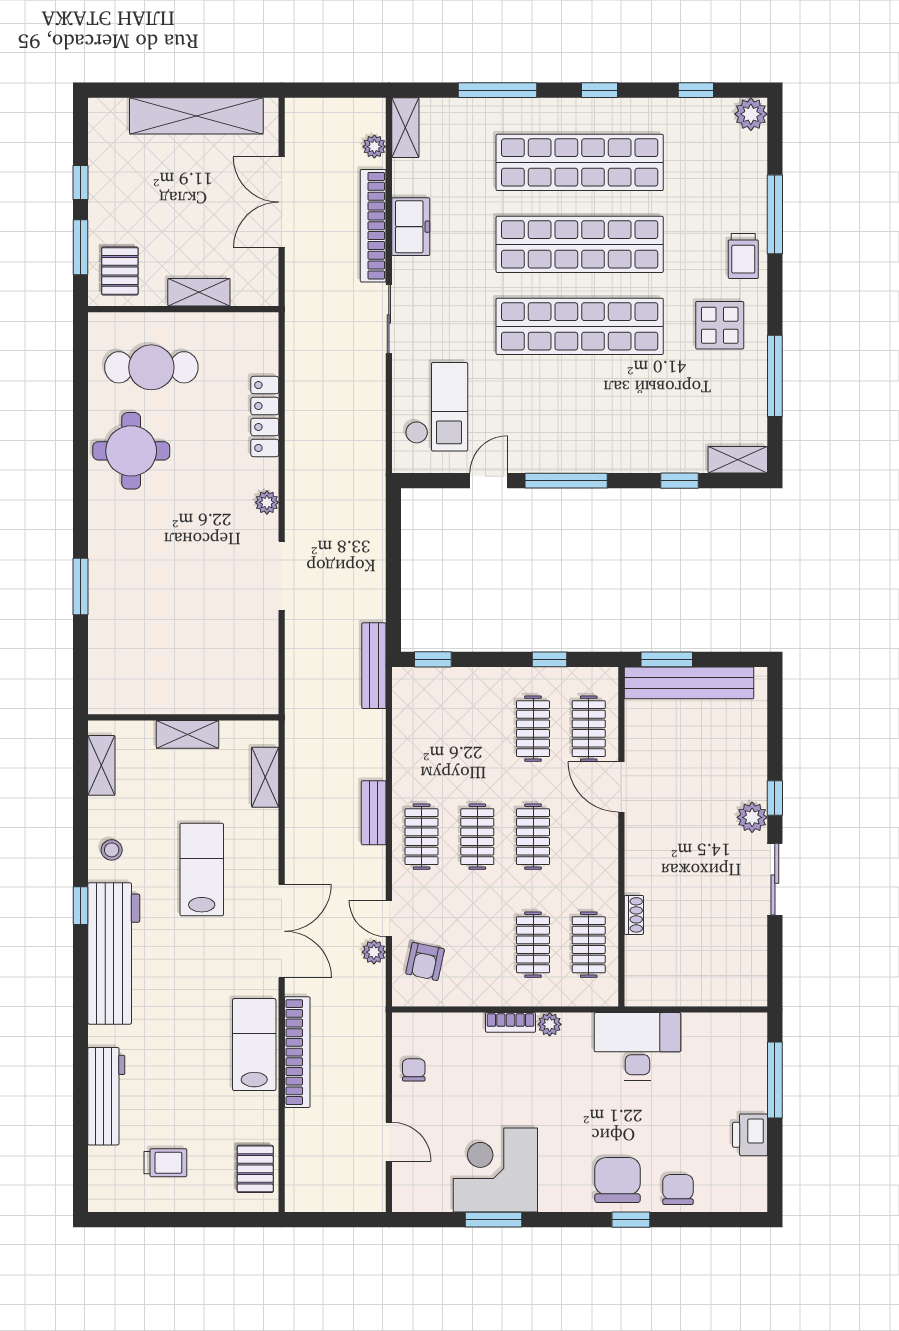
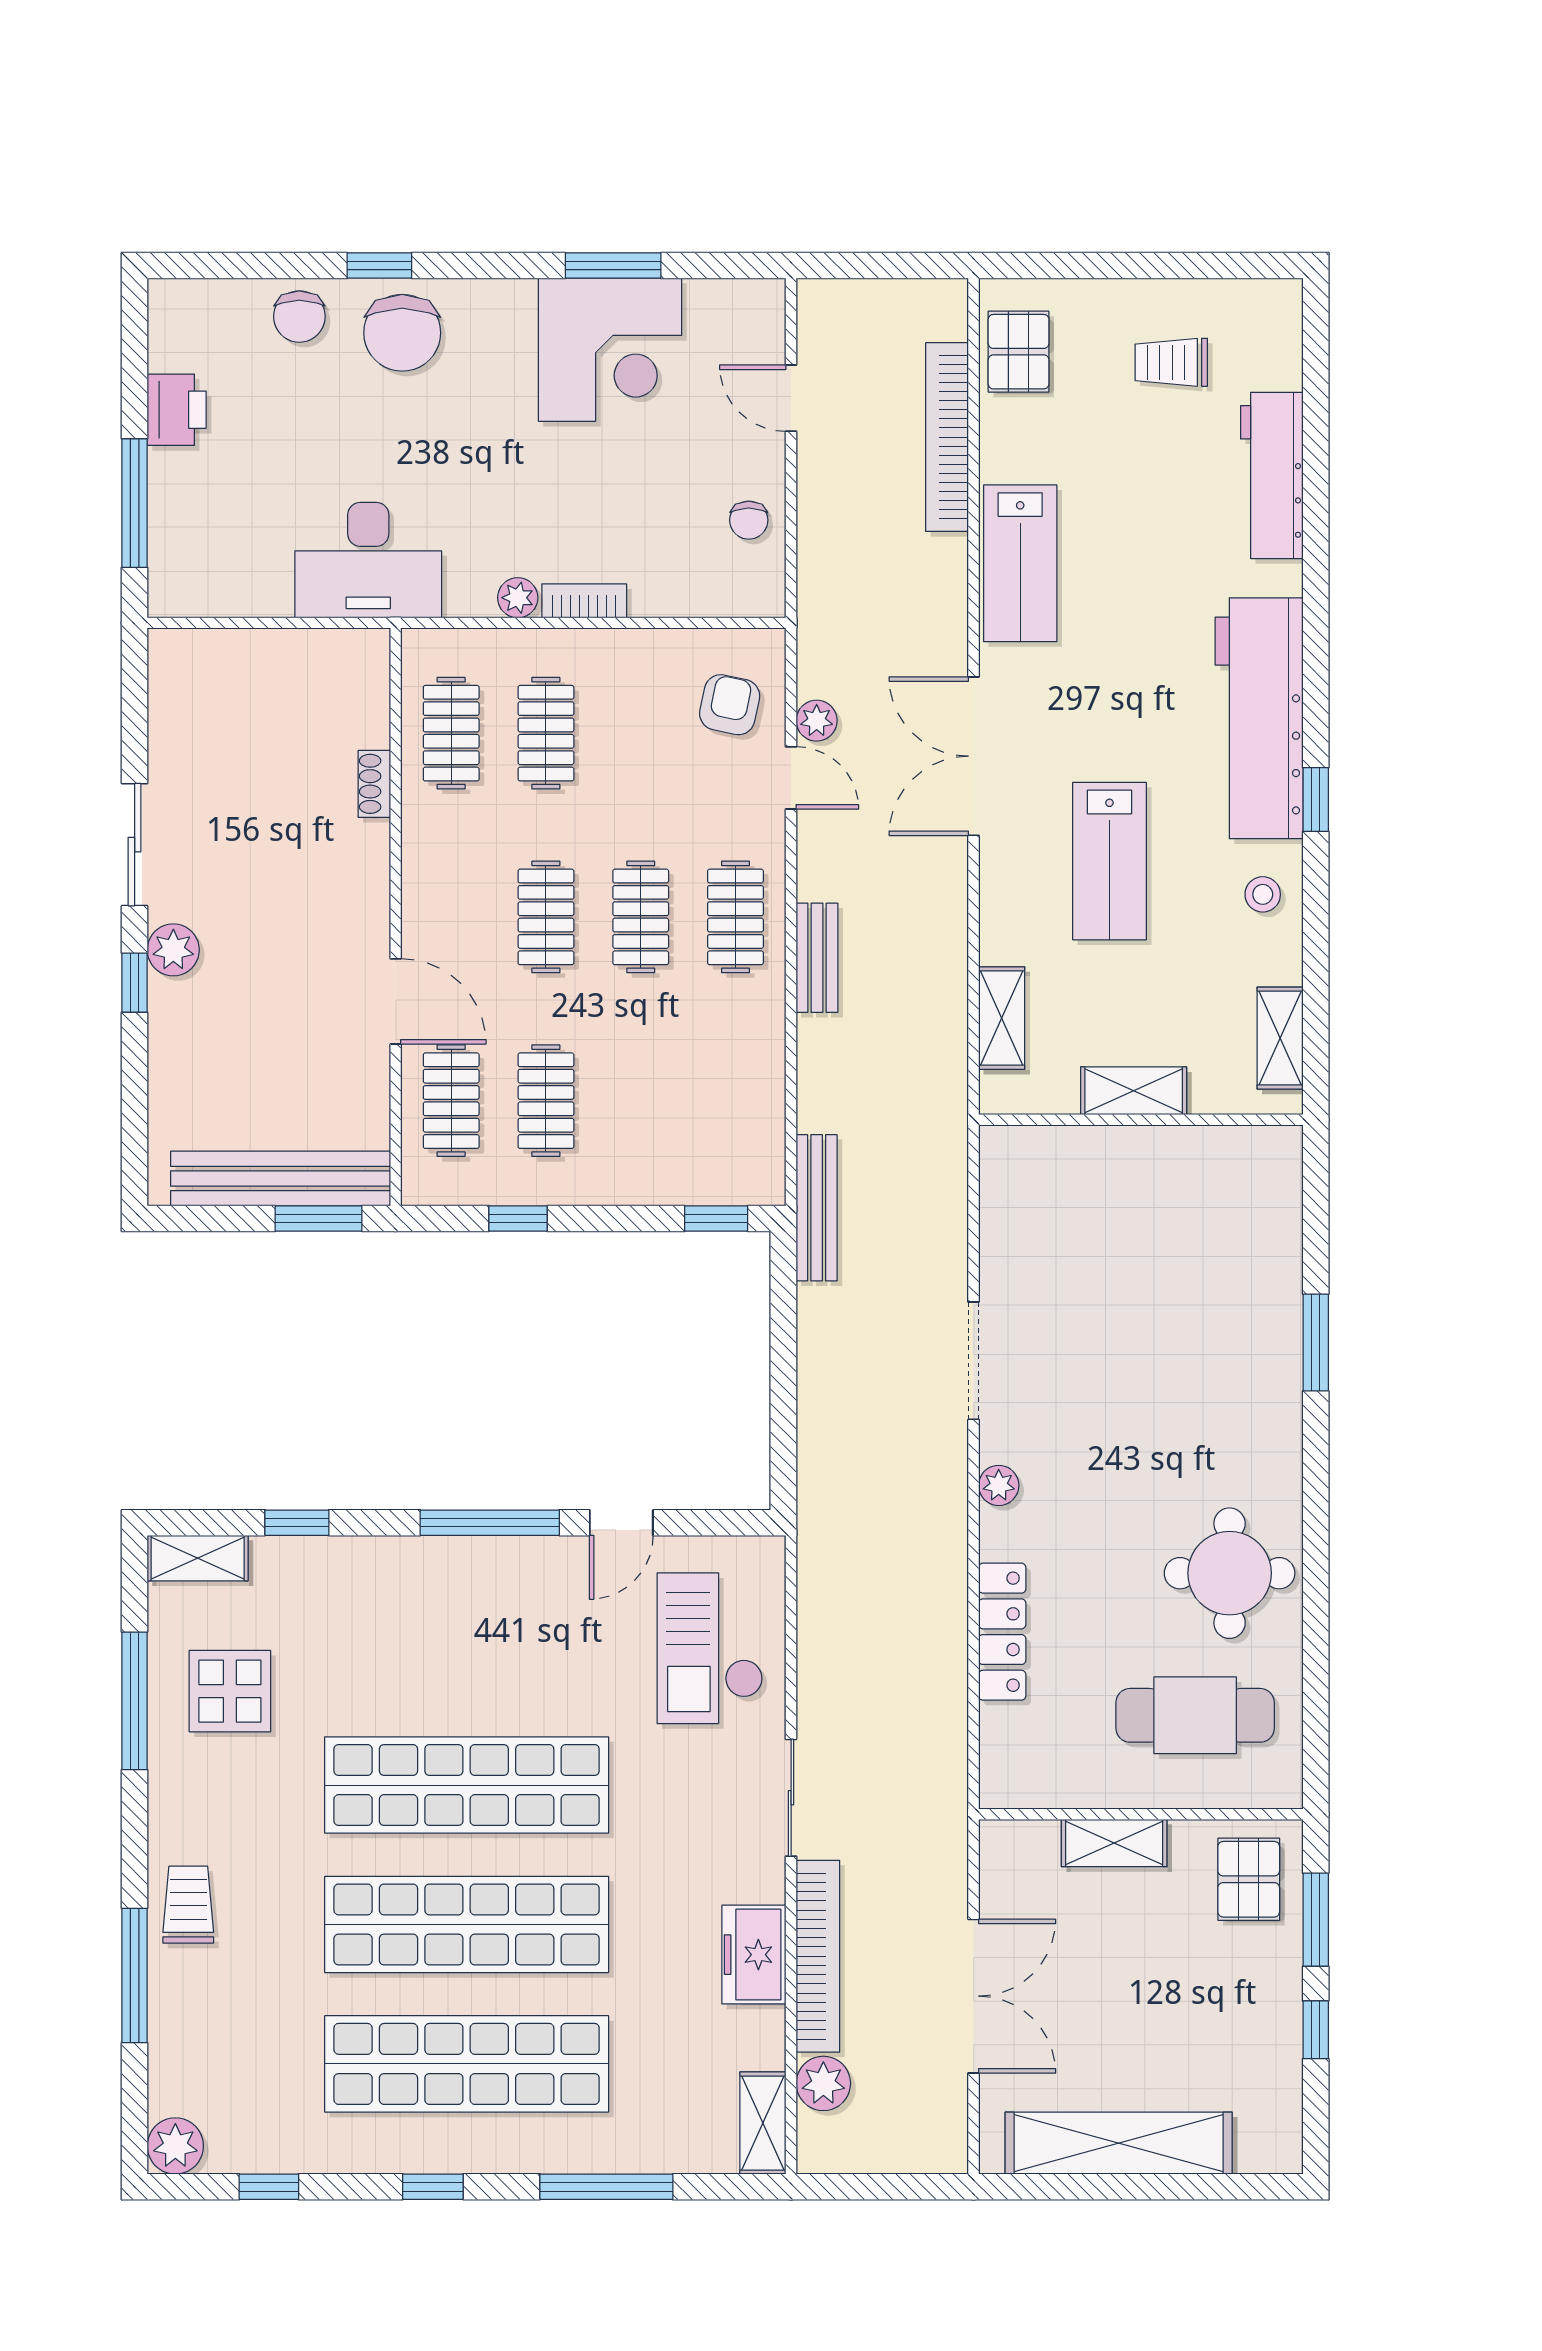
plant: (374, 147) -> (823, 2083), width x1.38, depth x1.38
display table: (720, 325) -> (230, 1691), moved
bookcase: (297, 1052) -> (947, 437), moved

